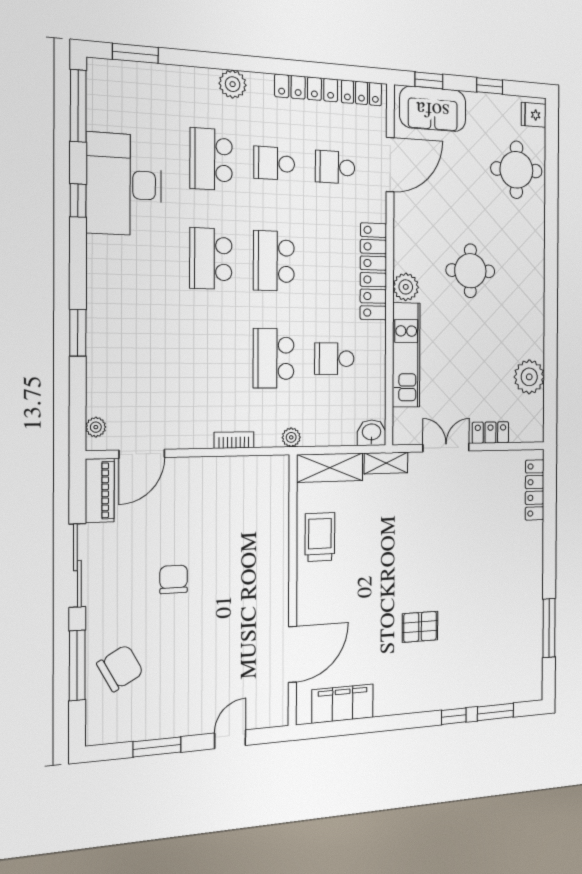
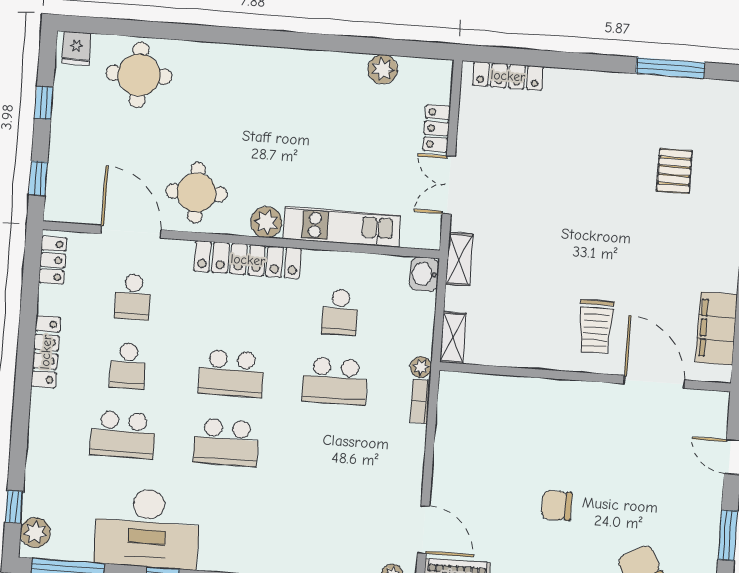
window: (135, 53) -> (14, 507), width x0.67
plant: (233, 84) -> (35, 533), moved
locker: (306, 88) -> (46, 352), moved
sofa: (433, 109) -> (70, 176), removed
round table: (470, 271) -> (197, 193), moved
plant: (529, 377) -> (383, 69), width x0.73, depth x0.73
bookcase: (234, 440) -> (420, 401), moved
shelving: (330, 468) -> (453, 338), width x0.67, depth x0.75
trolley: (320, 537) -> (596, 327), moved, turned -90
pallet: (420, 627) -> (674, 171), moved

